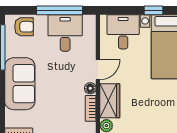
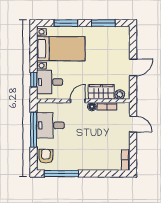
window: (154, 10) -> (34, 80), moved
door: (98, 69) -> (78, 101), hinge flipped
sofa: (20, 84) -> (88, 159), removed

